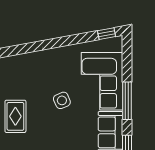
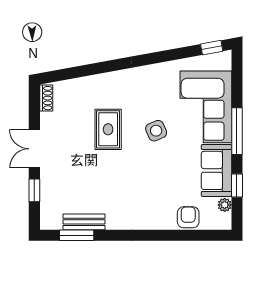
rug: (15, 116) -> (108, 129), moved

